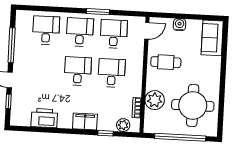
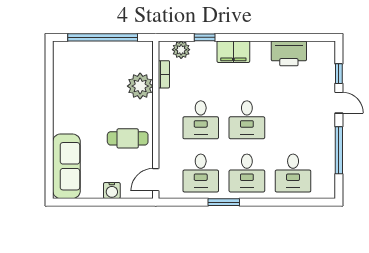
sofa: (212, 38) -> (66, 166), width x1.36
round table: (193, 105) -> (88, 82), removed

